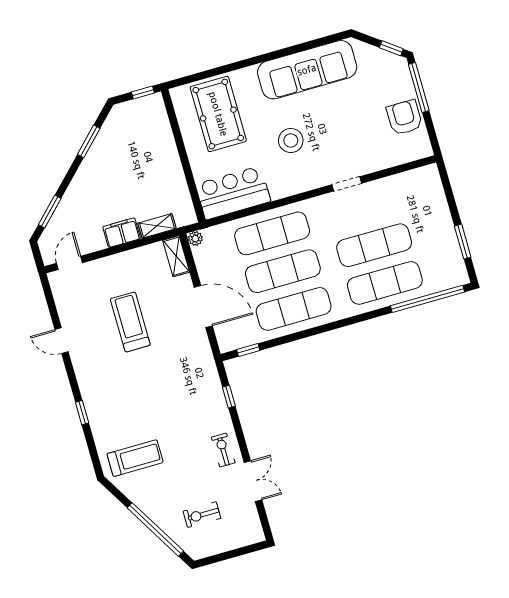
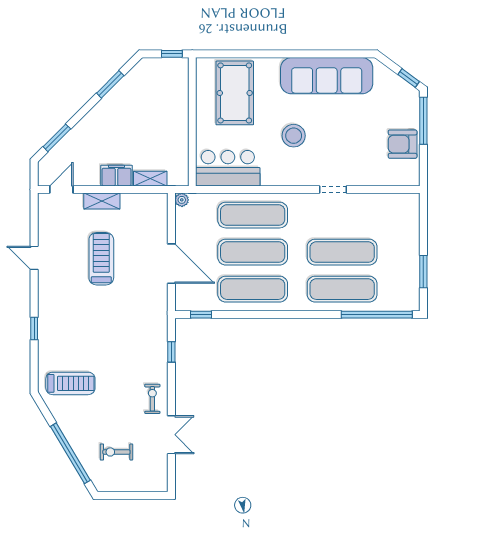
armchair: (404, 117) -> (403, 144), turned -90
shelving: (176, 256) -> (102, 201), moved, turned 90

